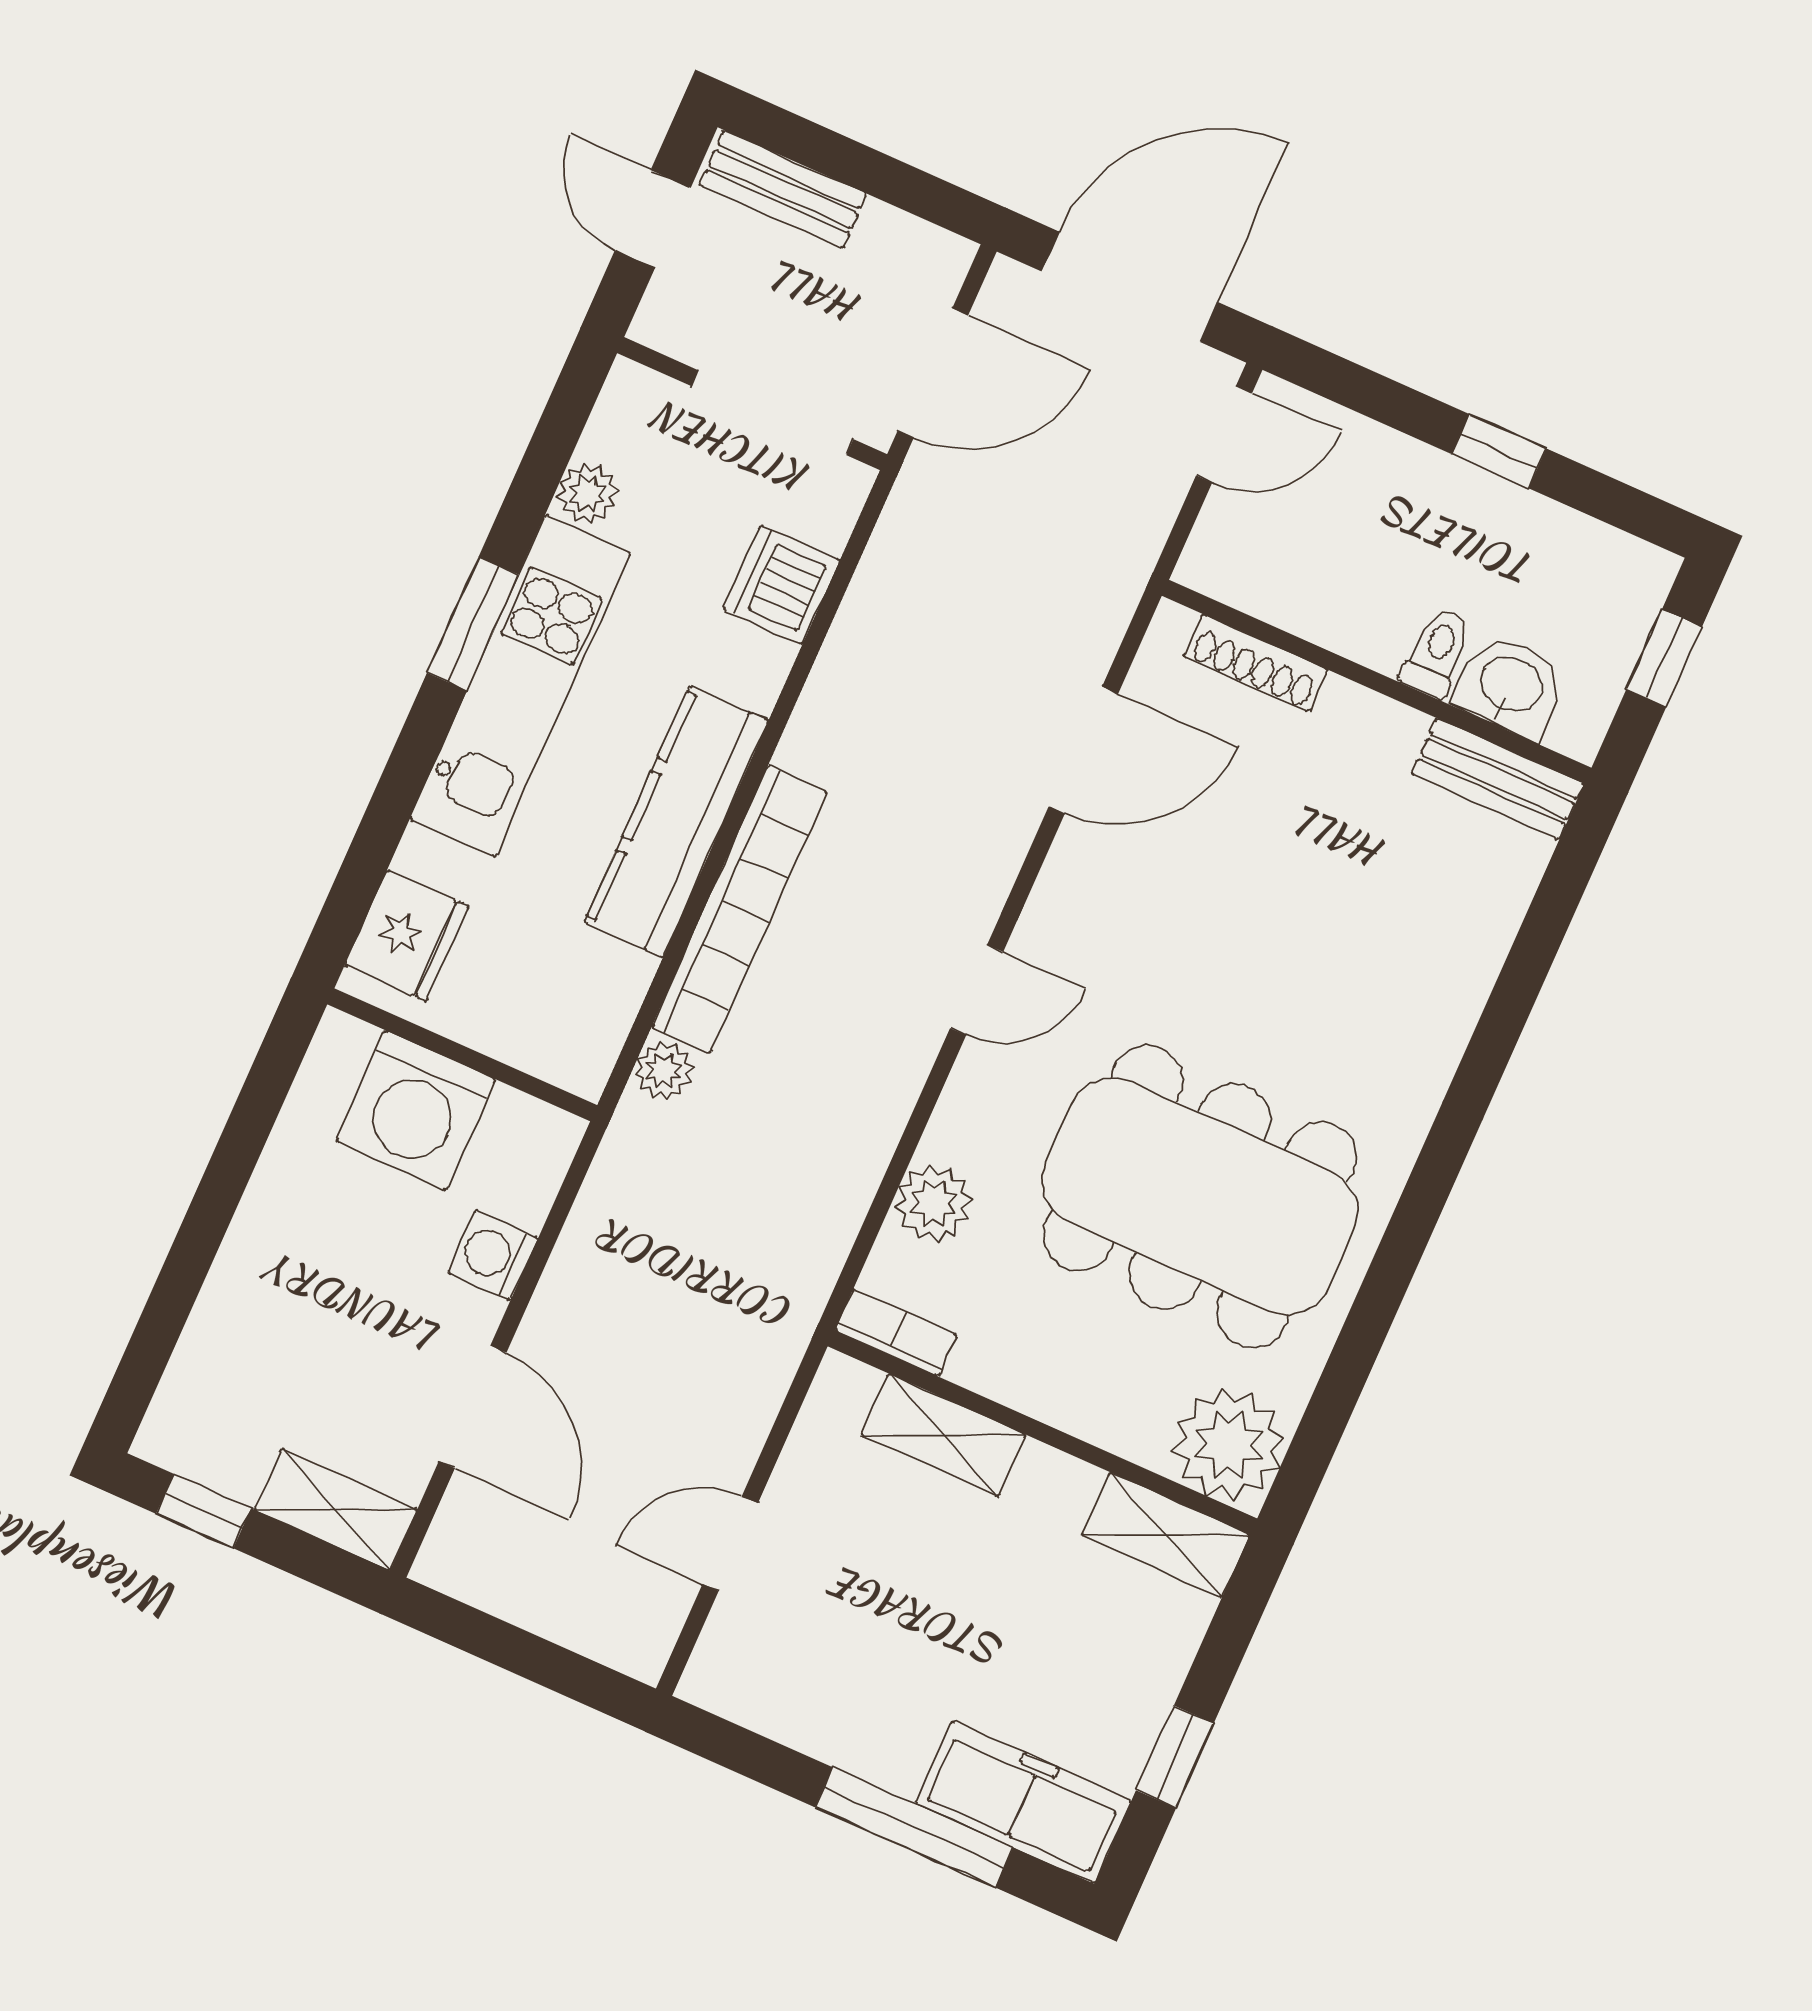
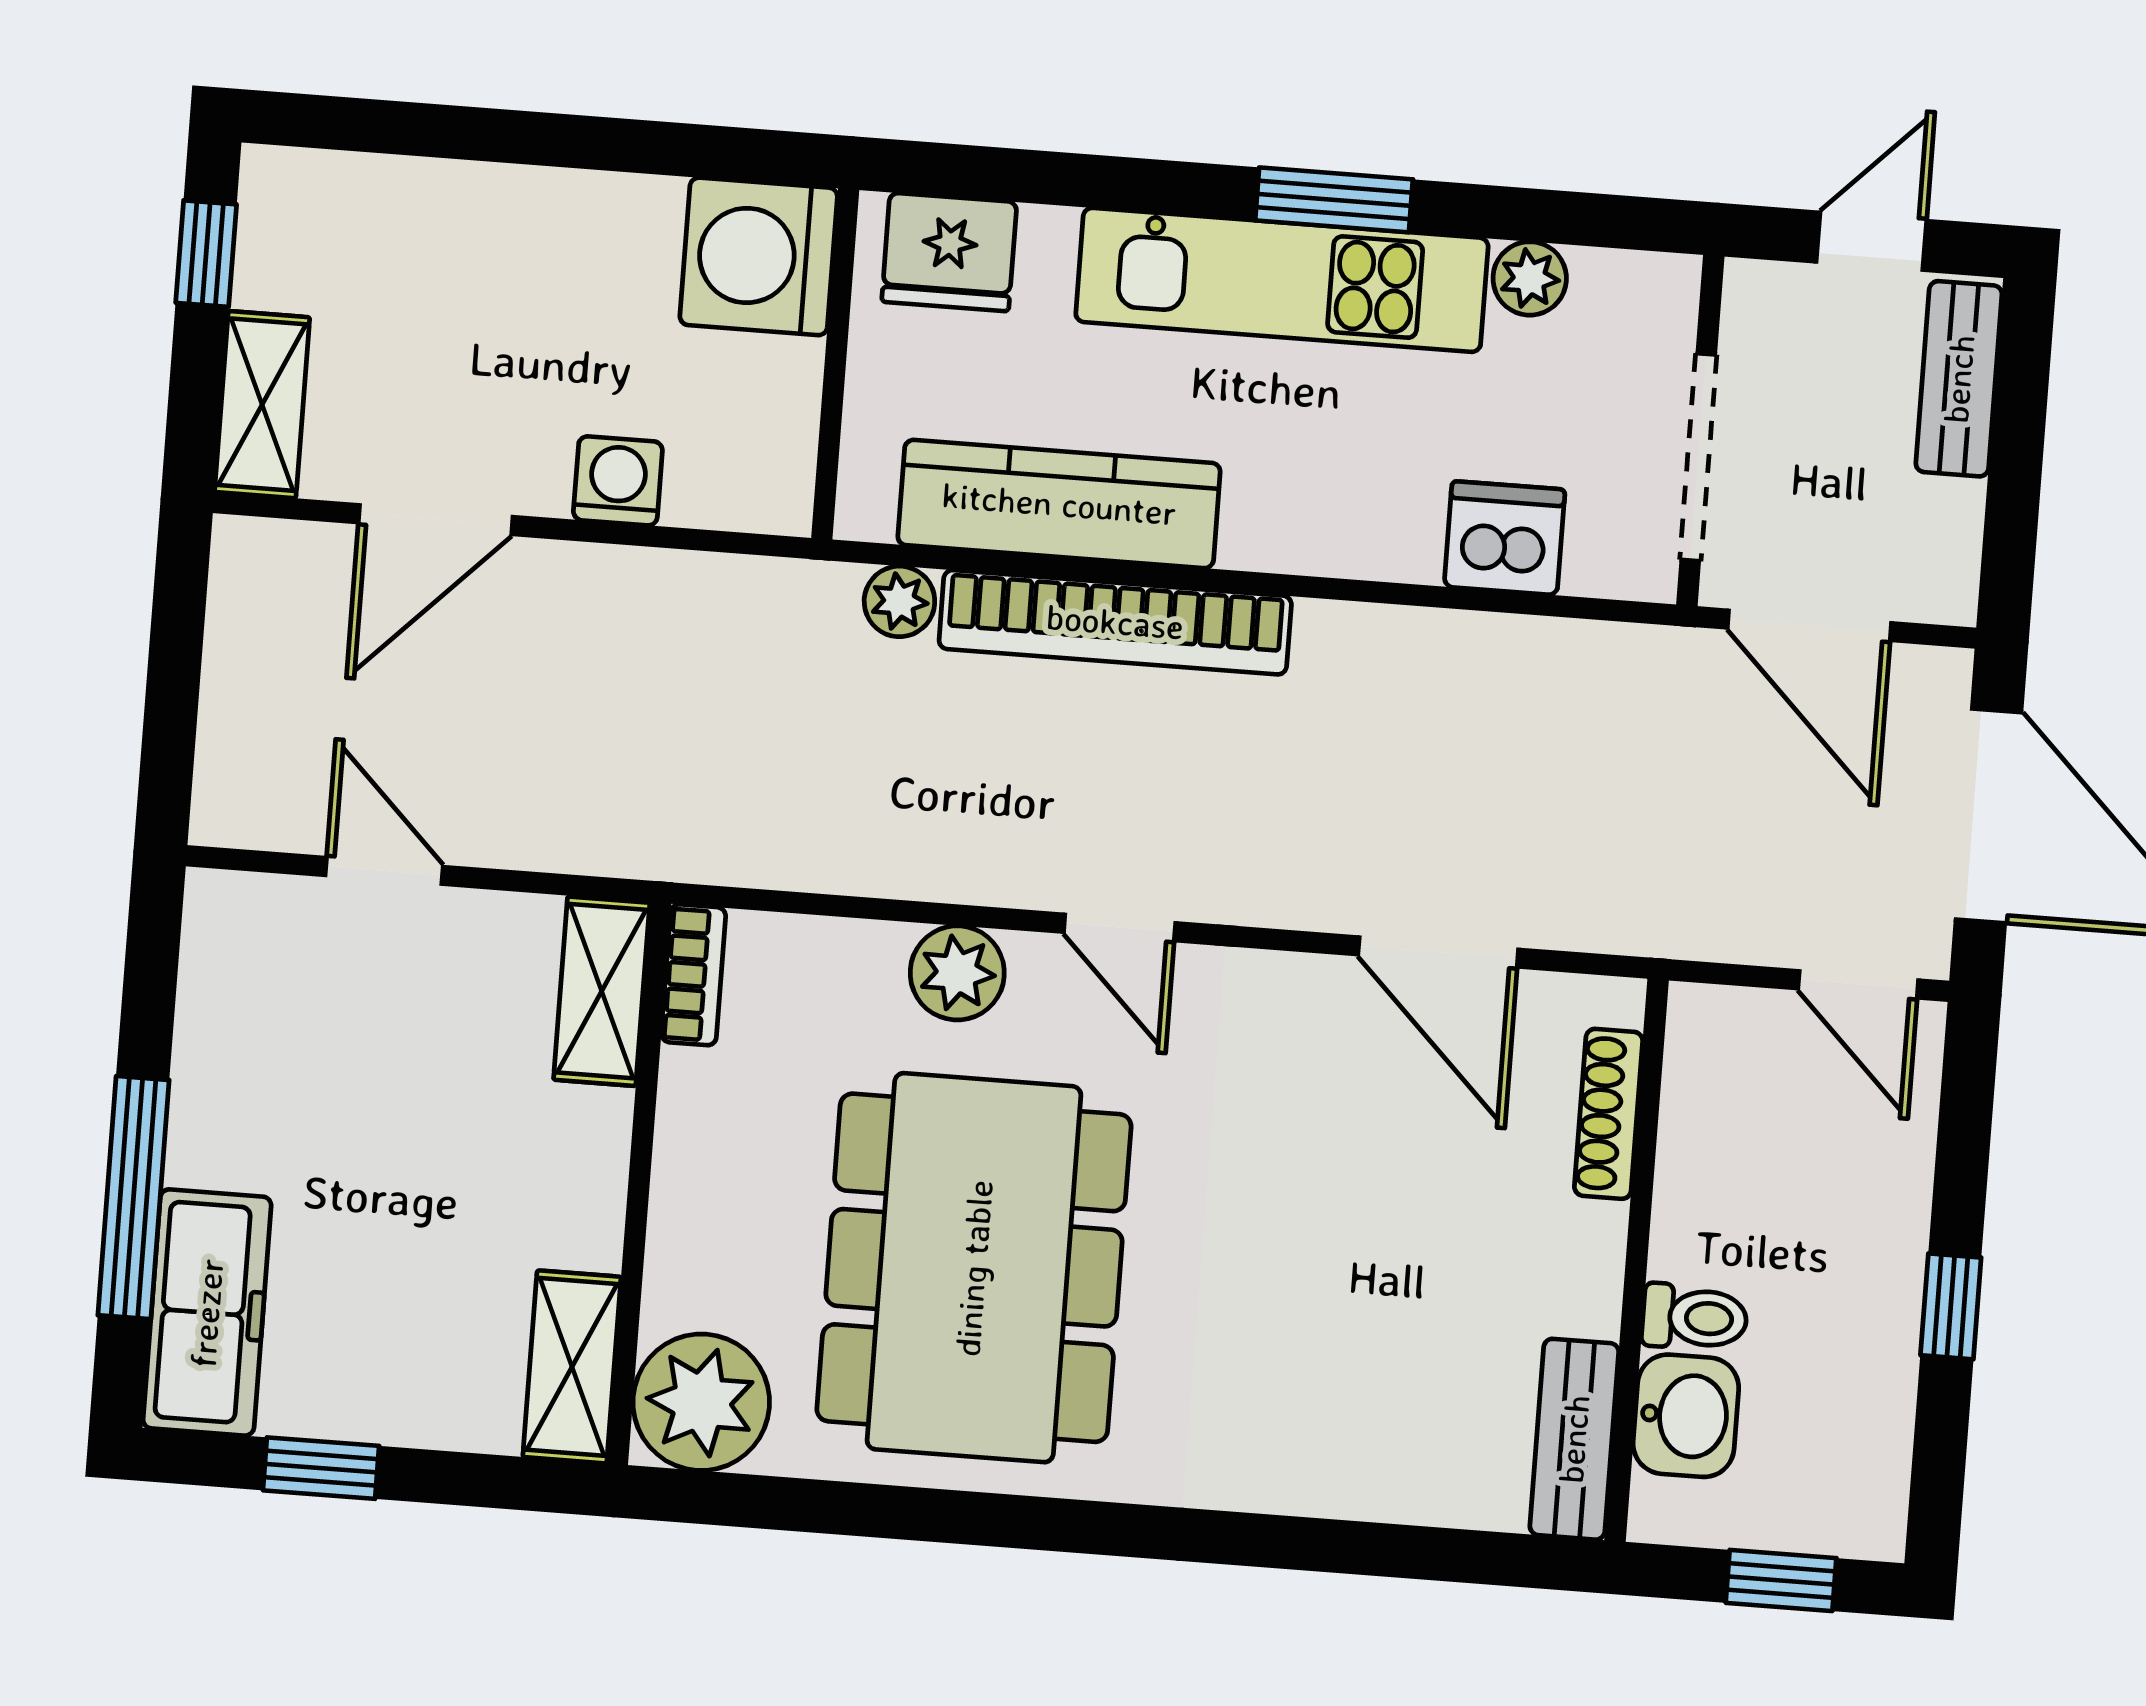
kitchen counter: (676, 821) -> (1059, 504), moved
washing machine: (416, 1110) -> (759, 256), moved
plant: (934, 1203) -> (957, 973), moved
shelving: (944, 1435) -> (602, 991), moved

